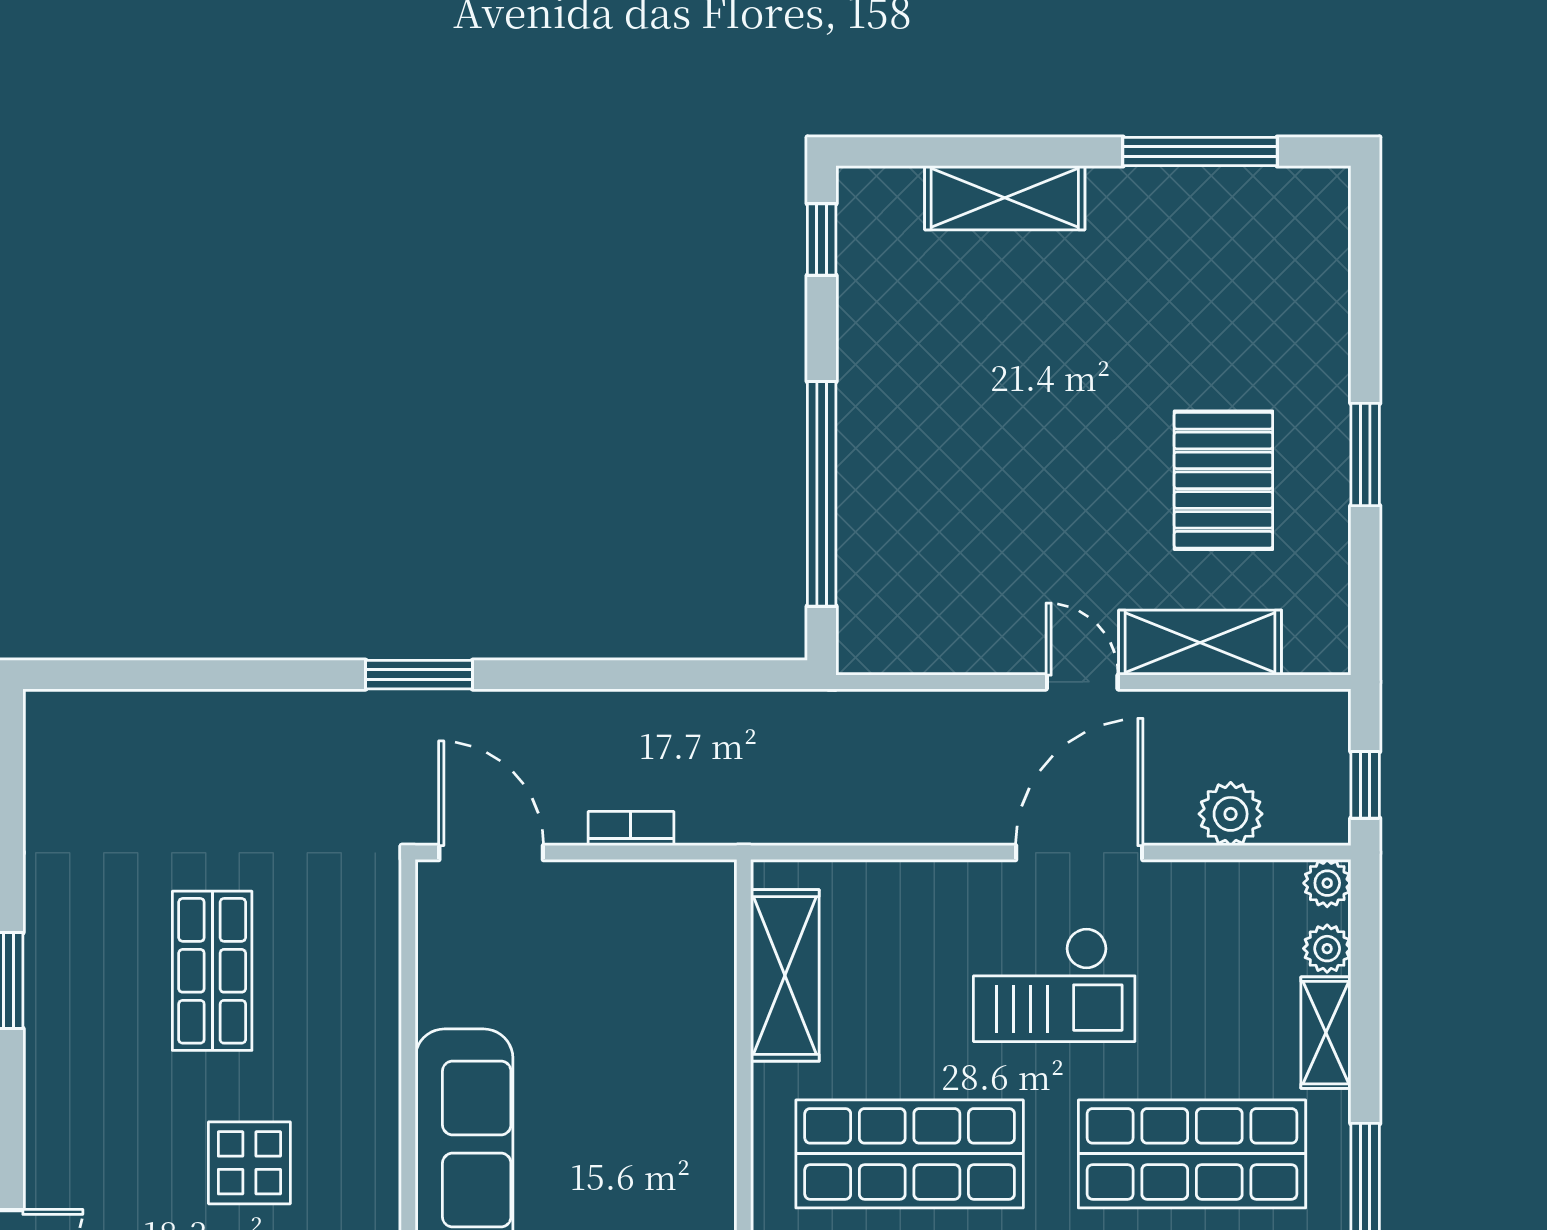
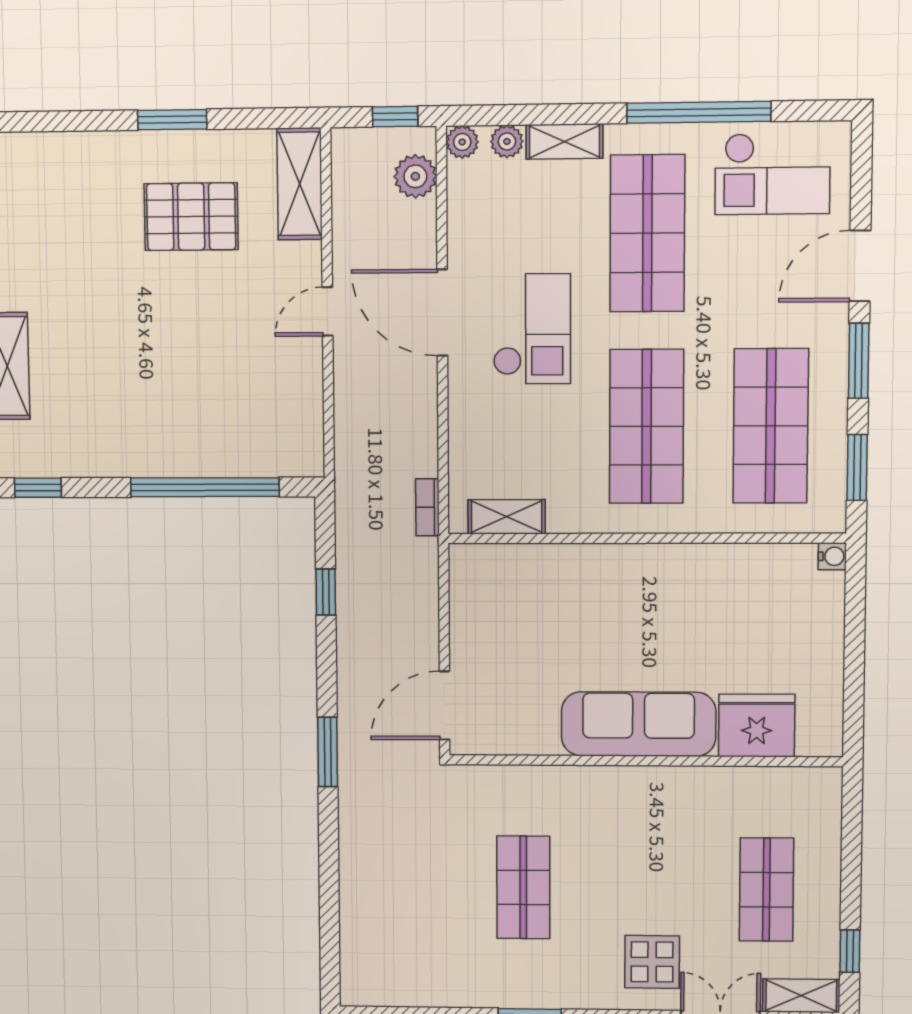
shelving: (1200, 643) -> (300, 184), moved
window: (663, 675) -> (326, 592), added
plant: (1231, 814) -> (415, 176), moved
bookcase: (631, 829) -> (427, 507), moved
shop shelf: (212, 971) -> (523, 887), turned 90
shelving: (785, 975) -> (507, 517), width x0.67, depth x0.75
display table: (249, 1163) -> (652, 962), moved

